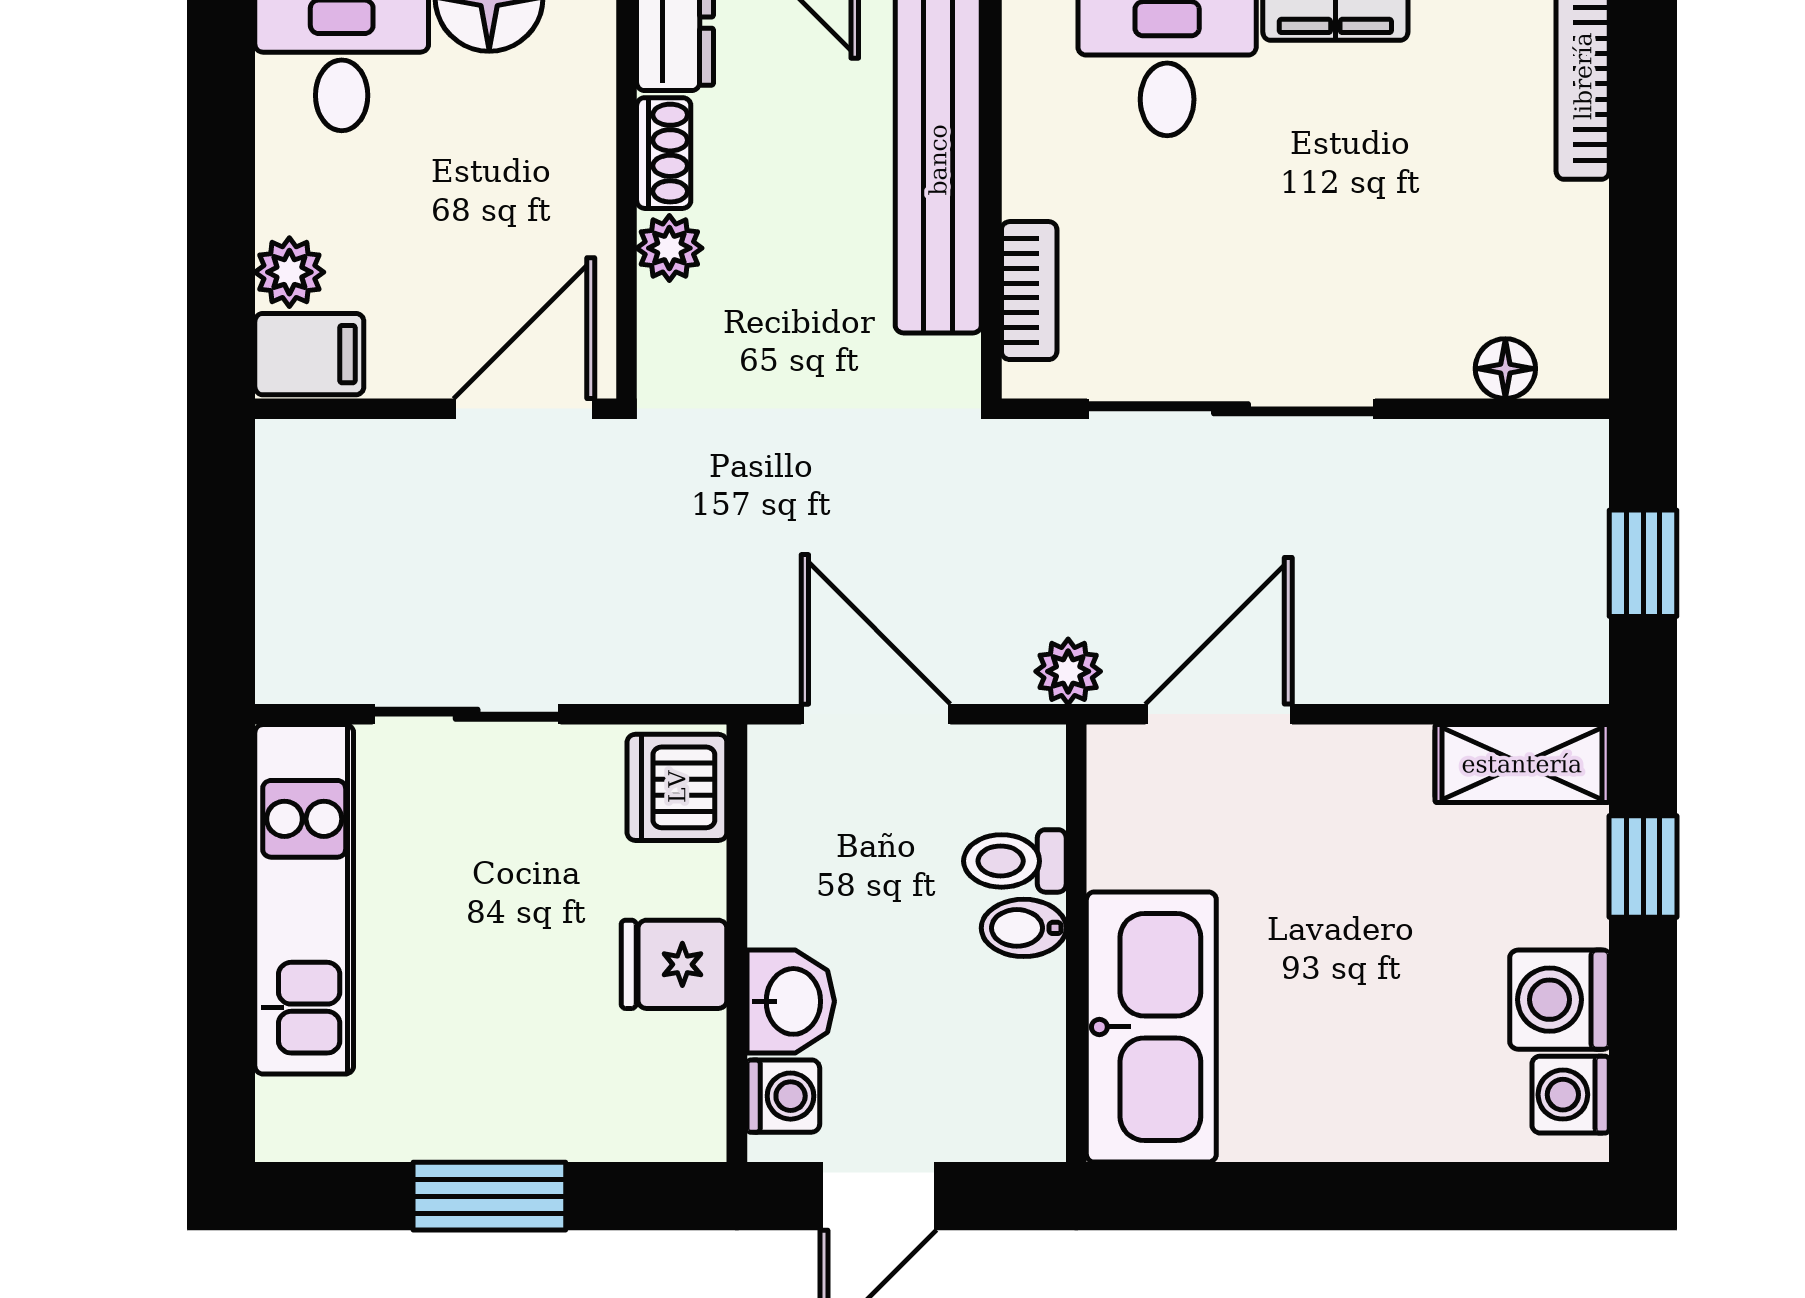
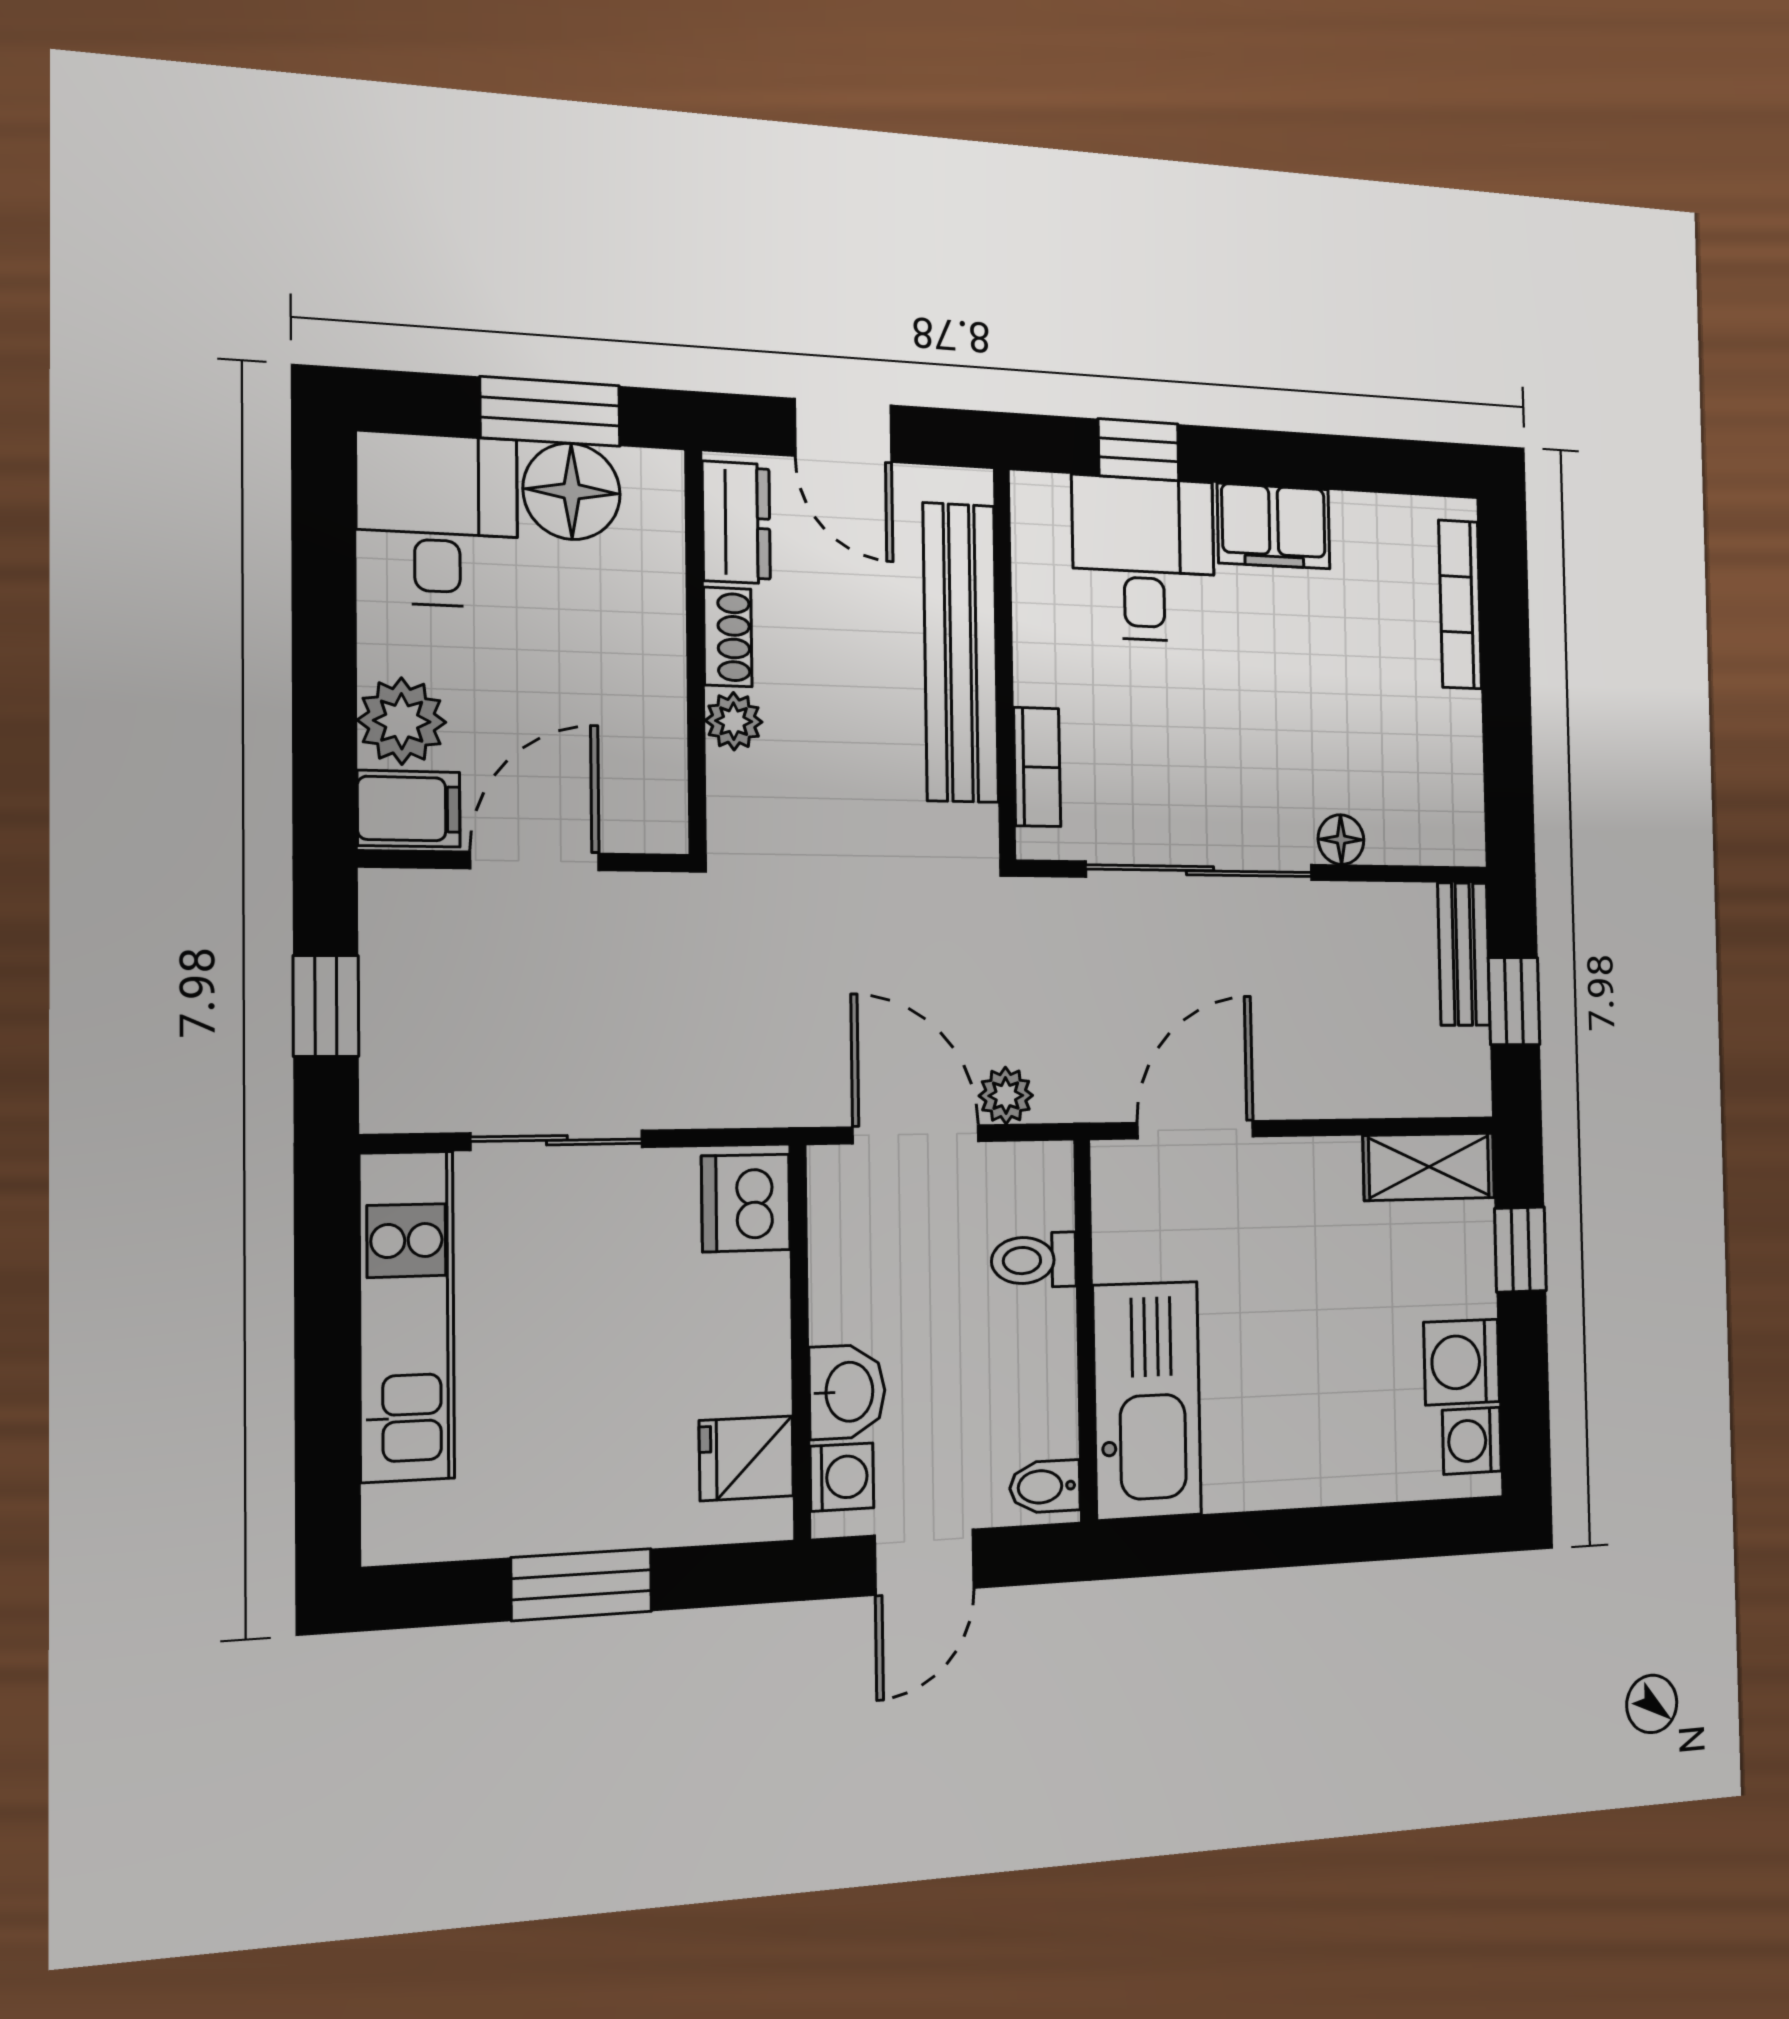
plant: (289, 272) -> (402, 721), width x1.38, depth x1.38
floor lamp: (1505, 369) -> (1341, 840), moved
door: (524, 409) -> (535, 861), moved
bench: (1576, 506) -> (1464, 954), added
window: (221, 567) -> (326, 1006), added
plant: (1068, 671) -> (1006, 1096), moved
bidet: (1024, 928) -> (1045, 1487), moved
fridge: (674, 964) -> (746, 1458), moved

